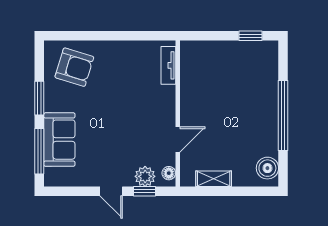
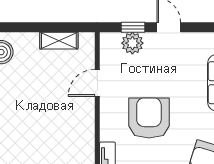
armchair: (130, 107) -> (149, 118), added
floor lamp: (169, 173) -> (107, 47), removed

